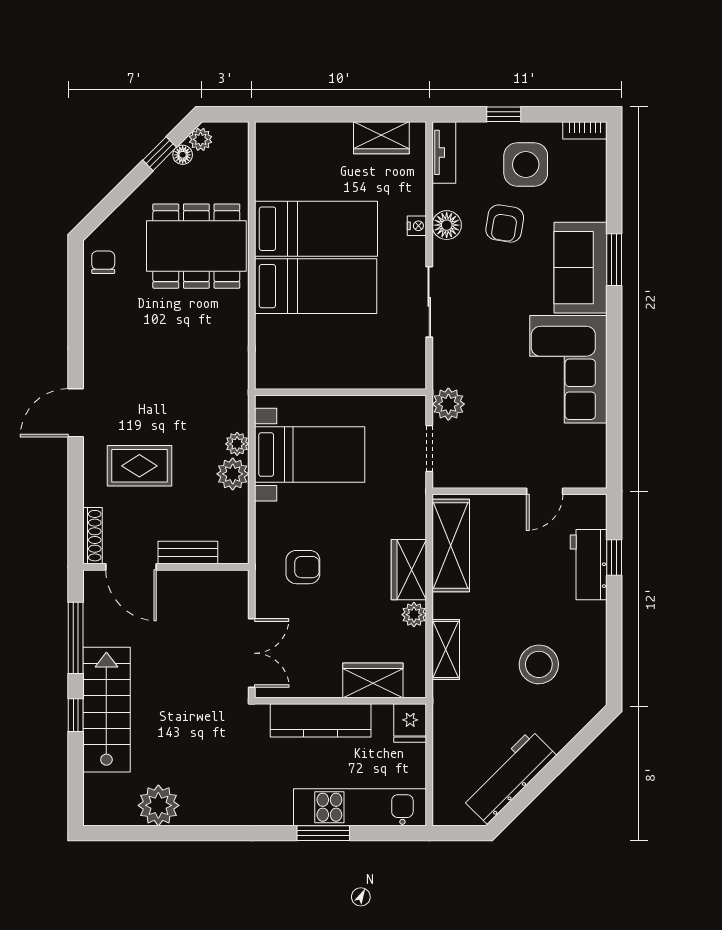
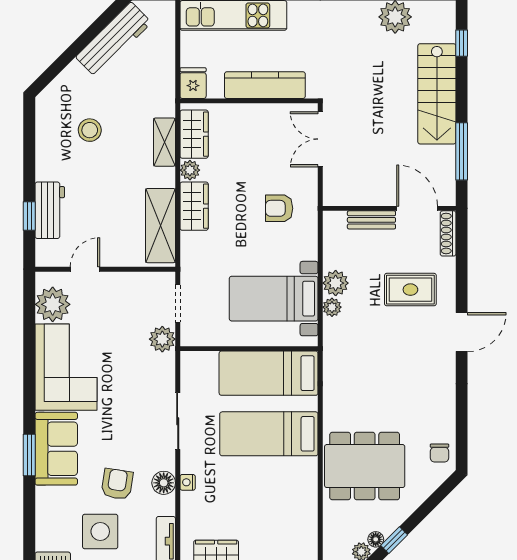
bed: (316, 229) -> (269, 373), moved
plant: (585, 447) -> (53, 304), added
stool: (539, 664) -> (90, 130), width x0.73, depth x0.73
wardrobe: (373, 680) -> (194, 134), moved, turned -90
window: (76, 715) -> (462, 43), moved

